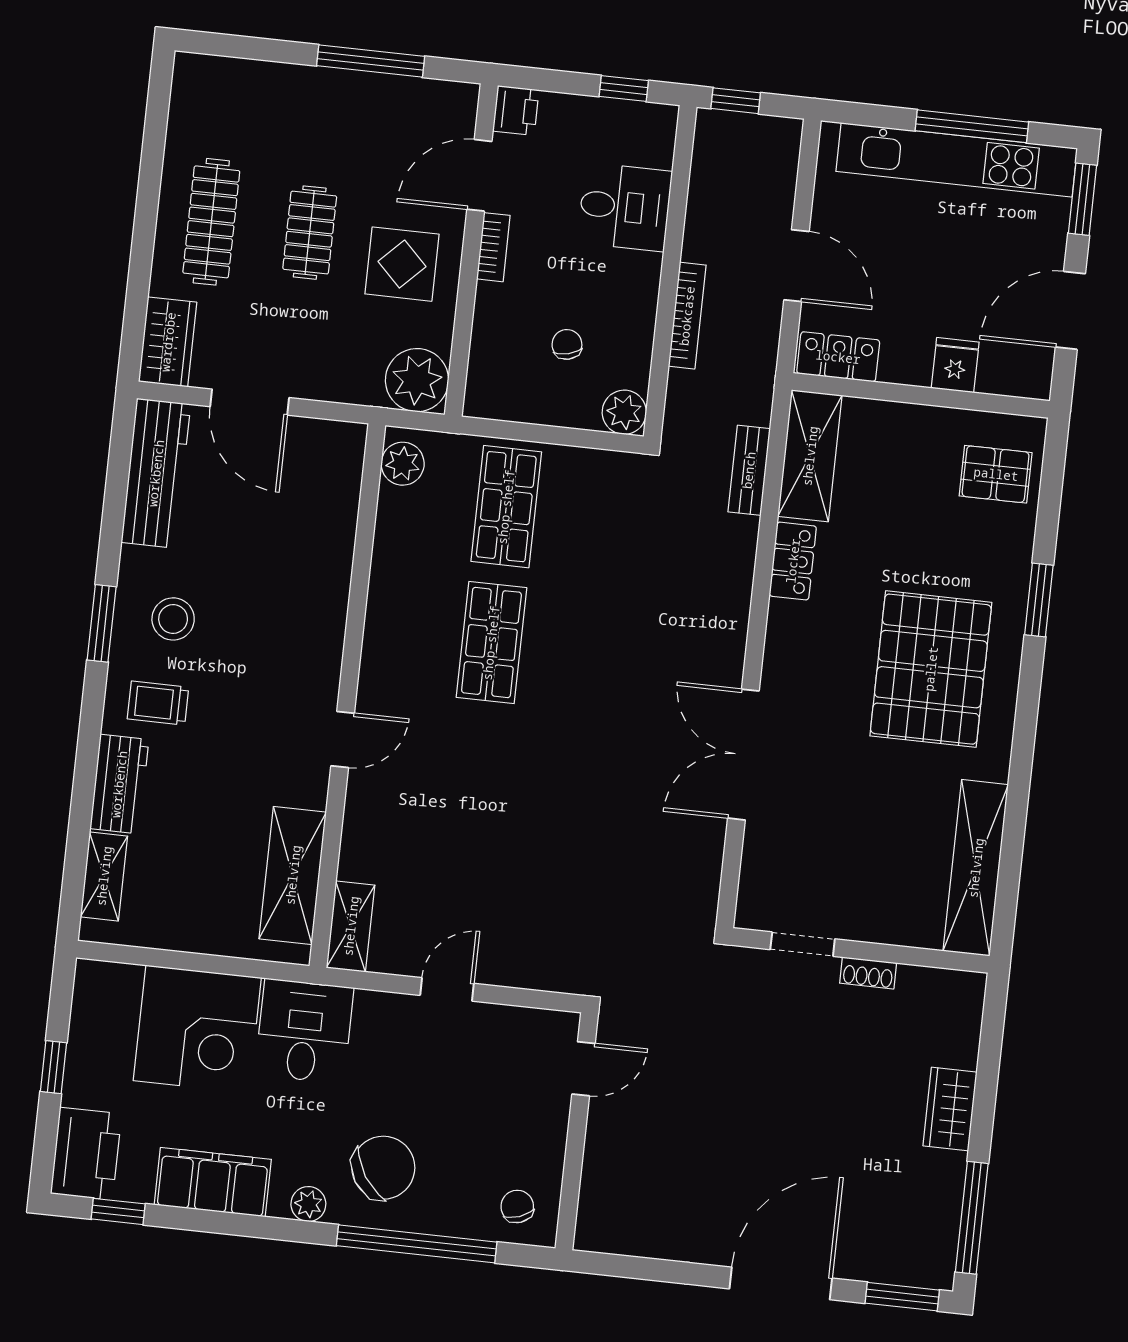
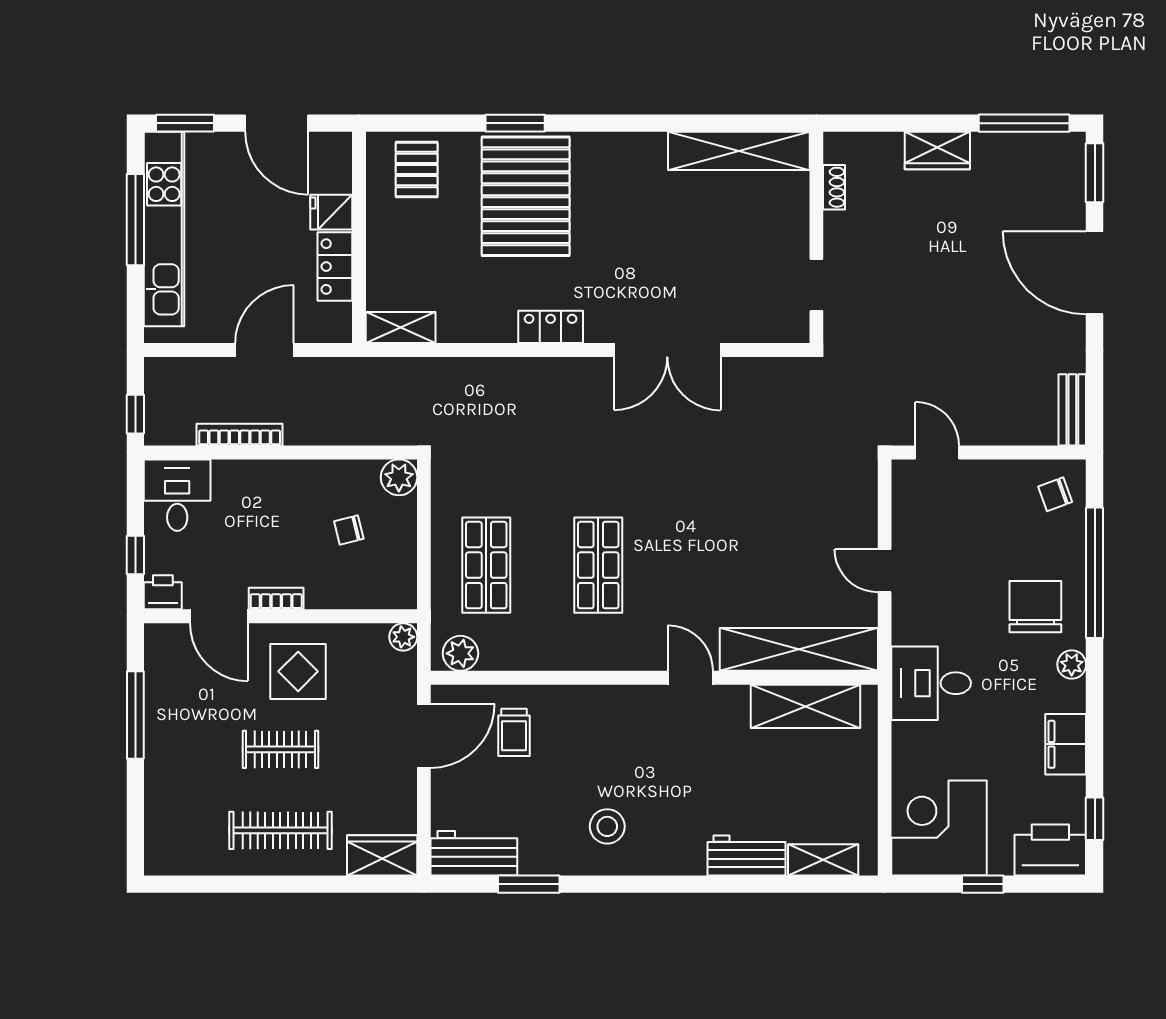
window: (624, 89) -> (135, 555), moved
desk: (625, 207) -> (177, 495), moved
bookcase: (687, 316) -> (240, 435), moved
locker: (838, 357) -> (335, 267), moved
plant: (417, 380) -> (403, 637), width x0.53, depth x0.53
door: (250, 402) -> (424, 736), moved
shelving: (810, 456) -> (401, 328), width x0.67, depth x0.75
bench: (749, 470) -> (1072, 410), moved, turned 90
workbench: (156, 473) -> (474, 853), width x0.73
shop shelf: (506, 507) -> (486, 565), turned 90
locker: (793, 561) -> (551, 327), moved
window: (102, 623) -> (529, 884), moved
shop shelf: (491, 643) -> (598, 565), turned 90
pallet: (931, 669) -> (526, 196), moved, turned 90
trolley: (158, 703) -> (514, 732), moved
shelving: (351, 926) -> (799, 649), width x2.20, depth x1.33
shoe rack: (868, 973) -> (834, 187), moved
corner desk: (197, 1029) -> (939, 828), moved, turned -90
chair: (383, 1168) -> (1035, 607), turned 33
filing cabinet: (213, 1182) -> (1066, 744), width x0.67, depth x0.86

